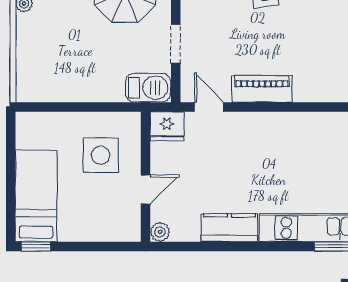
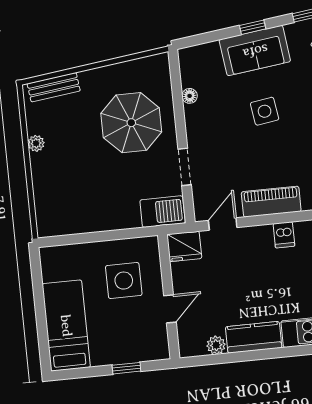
door: (209, 107) -> (223, 224), hinge flipped
dishwasher: (272, 125) -> (284, 235), added
plant: (160, 232) -> (216, 345), moved
window: (36, 246) -> (126, 368), moved

